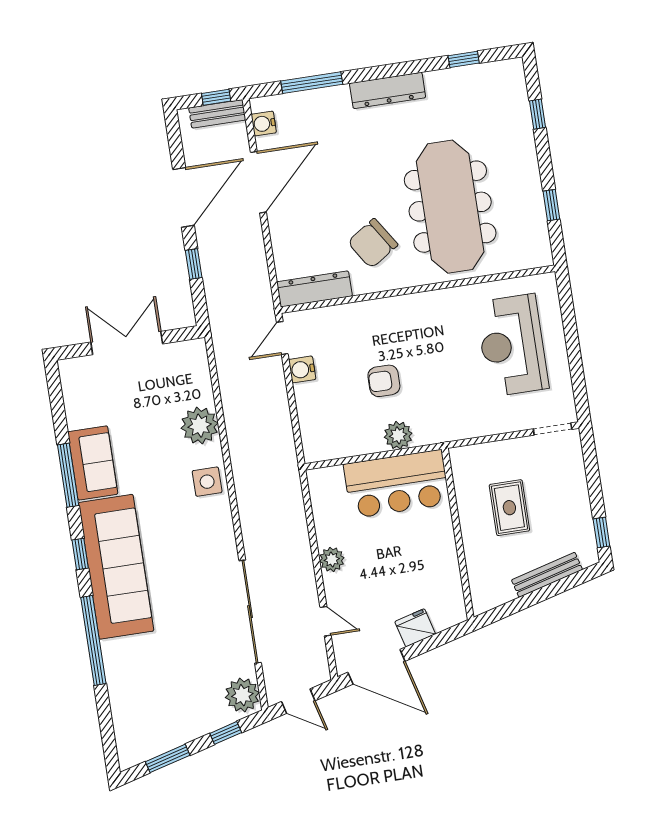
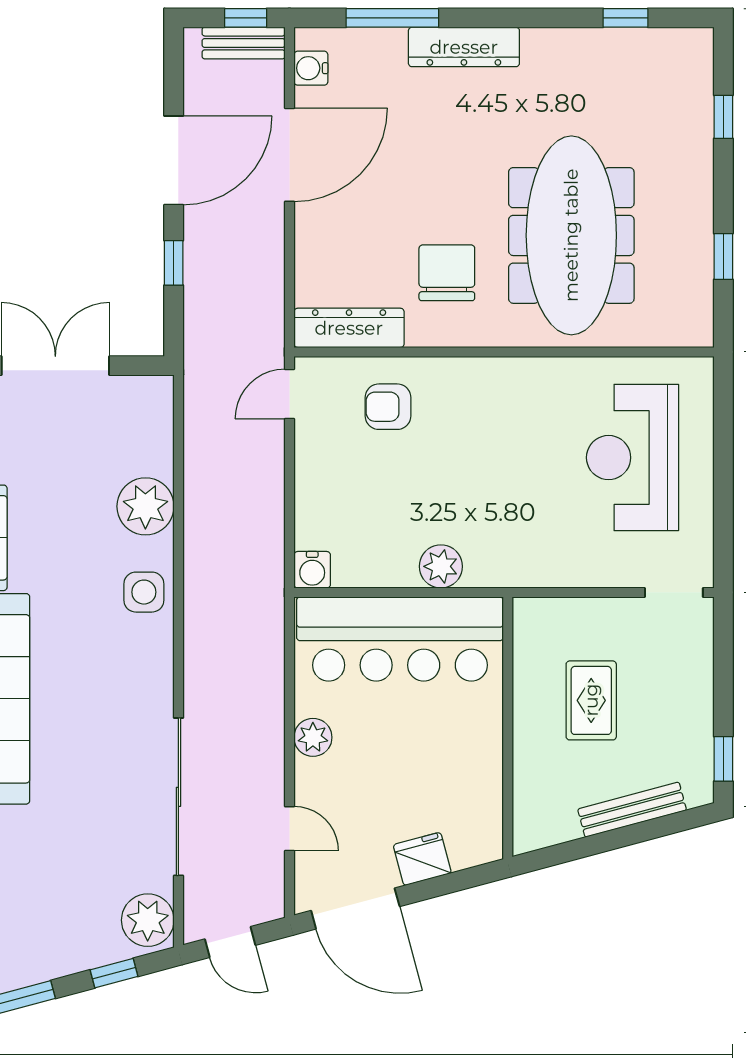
dresser: (388, 90) -> (464, 47), moved
chair: (373, 243) -> (447, 273), turned 123
water cooler: (302, 369) -> (312, 570), moved, turned -90
armchair: (384, 381) -> (388, 407), moved
bar counter: (397, 484) -> (400, 639), width x1.36

